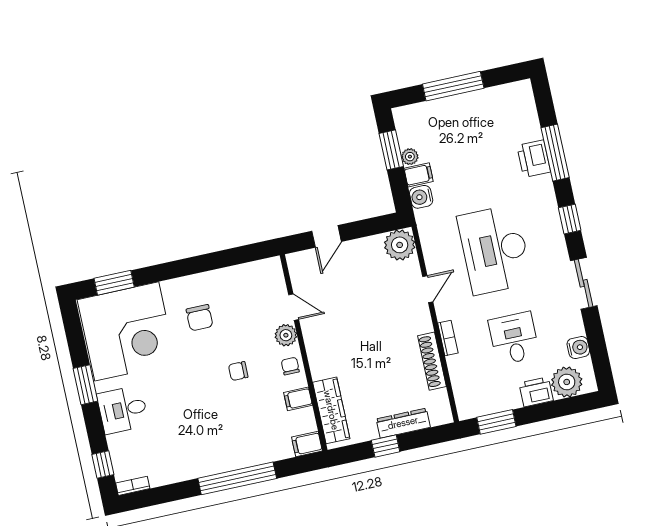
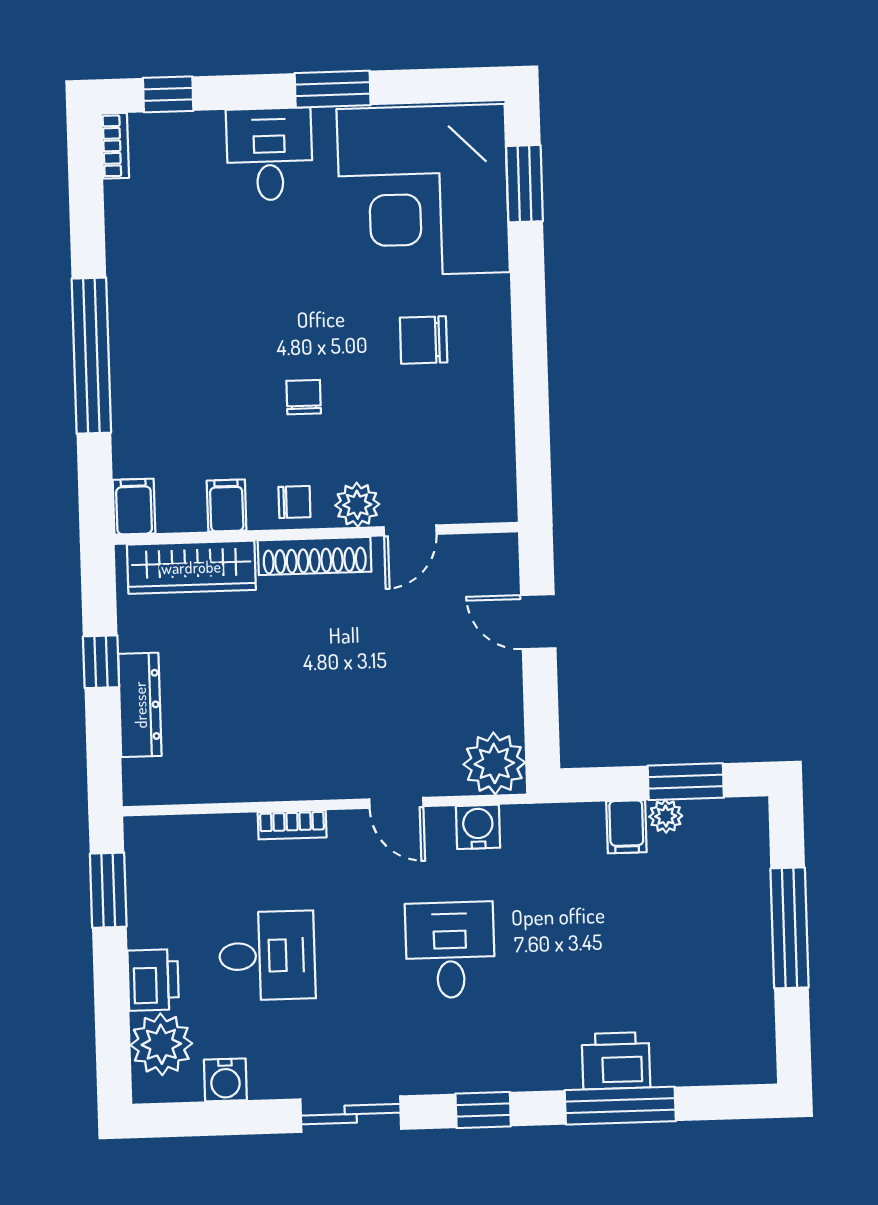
water cooler: (421, 197) -> (478, 827), moved
desk: (495, 250) -> (450, 950), width x0.53, depth x0.77
shoe rack: (432, 361) -> (315, 556), moved, turned 180

